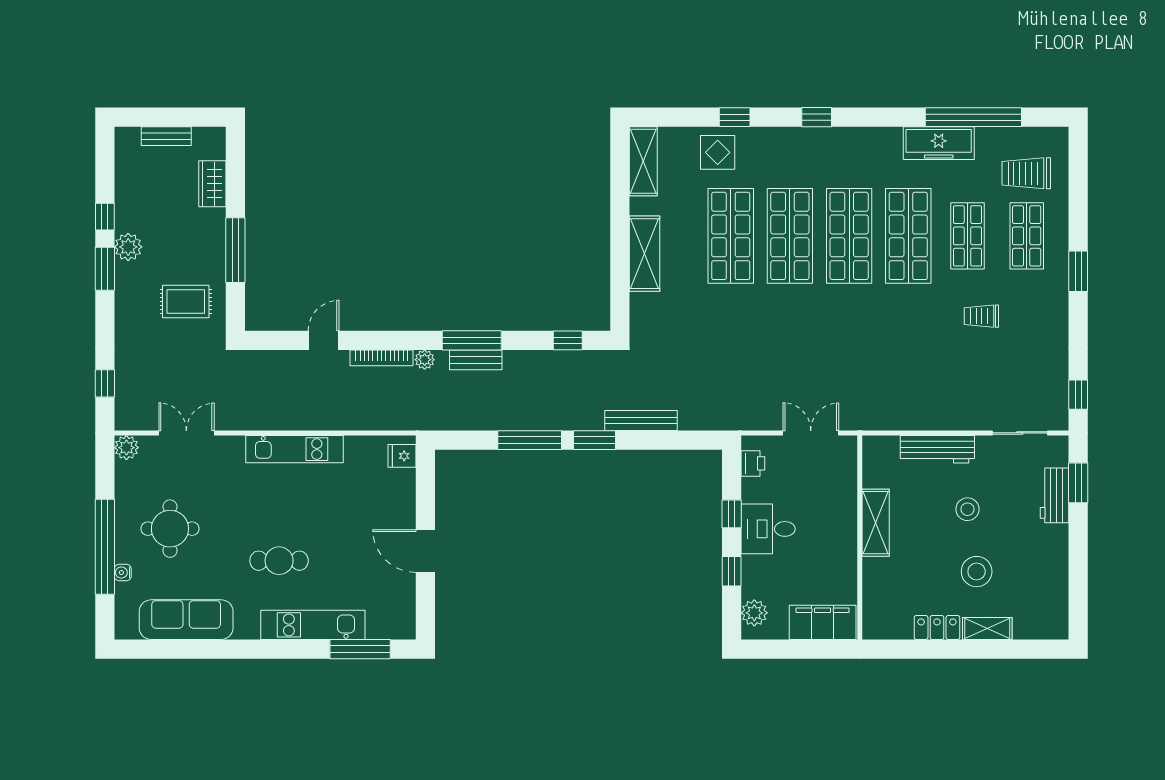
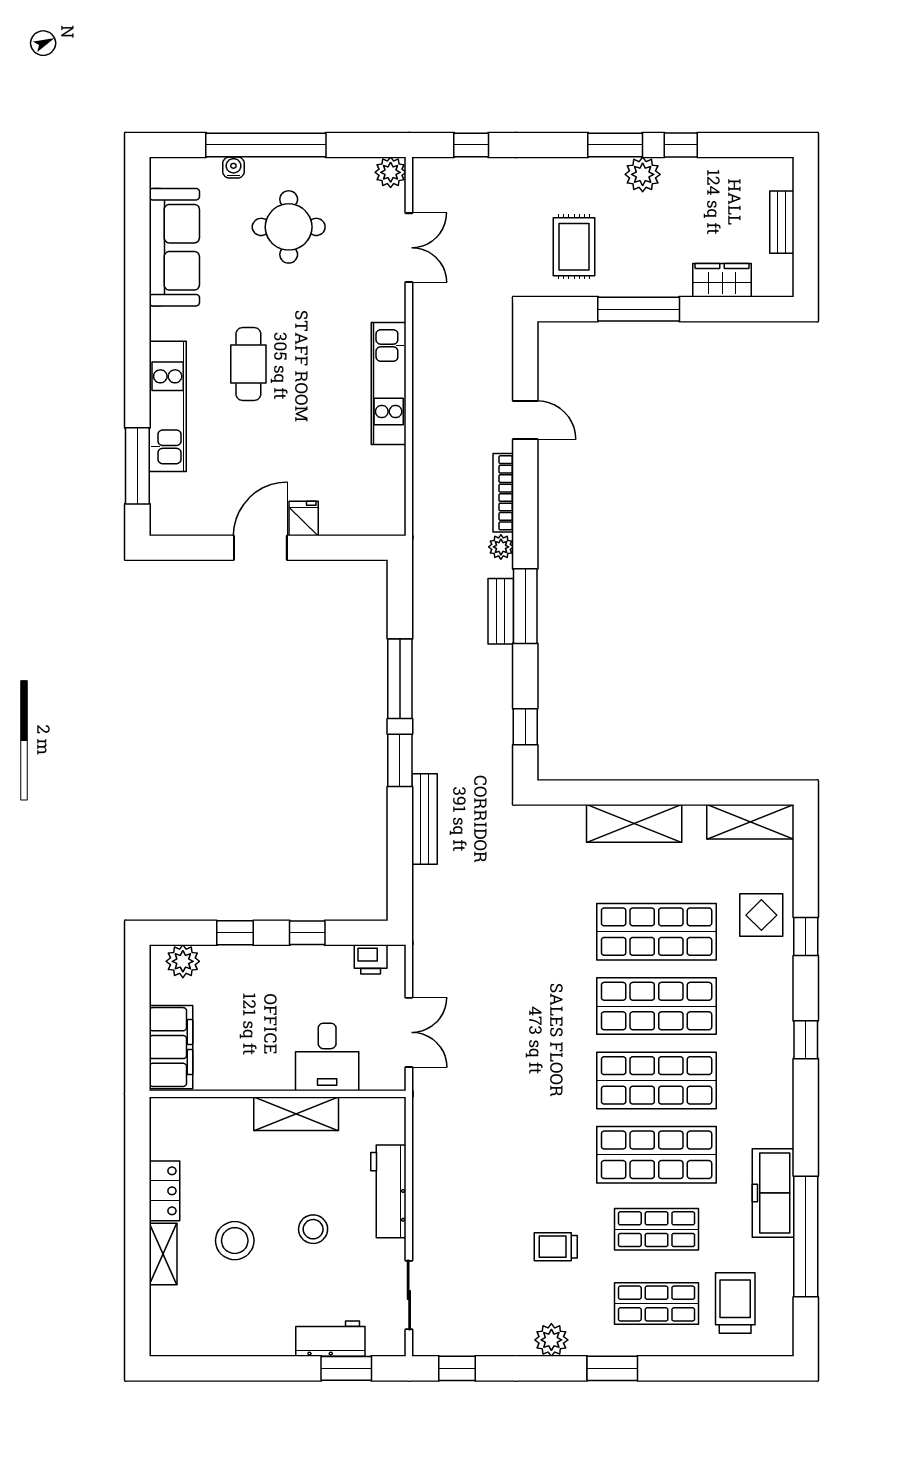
trolley: (981, 316) -> (556, 1247), turned -90
plant: (1056, 320) -> (551, 1340), added
fridge: (402, 456) -> (304, 519), moved
desk: (768, 529) -> (327, 1057), moved, turned 180

